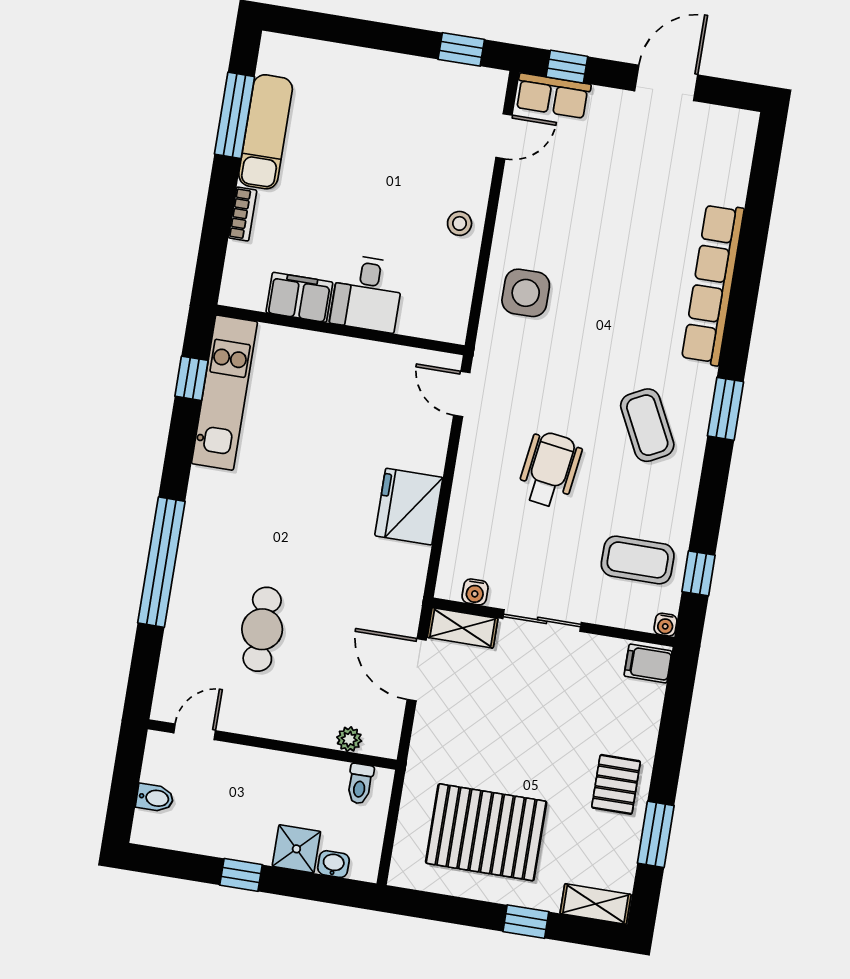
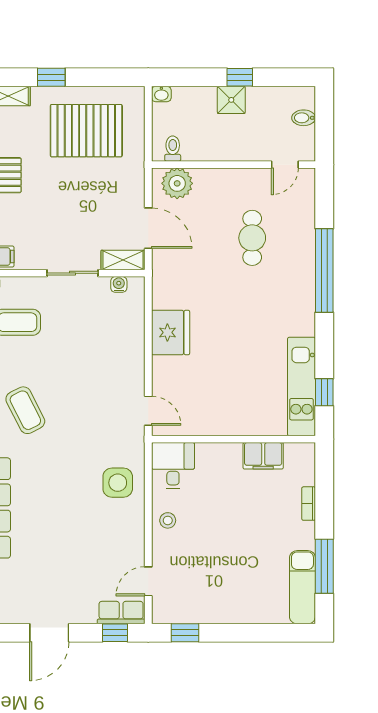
exam couch: (266, 132) -> (302, 587), moved
desk: (367, 293) -> (173, 466), moved
wheelchair: (550, 470) -> (84, 371), removed
plant: (349, 739) -> (177, 183), width x1.88, depth x1.88
shower: (296, 849) -> (231, 100), moved
washbasin: (333, 864) -> (161, 94), moved

